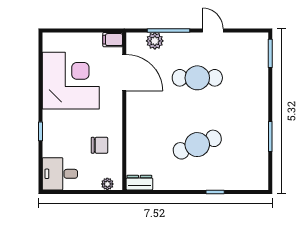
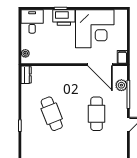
door: (124, 73) -> (100, 65), hinge flipped
printer: (54, 126) -> (64, 17), added
chair: (100, 145) -> (51, 48), removed

